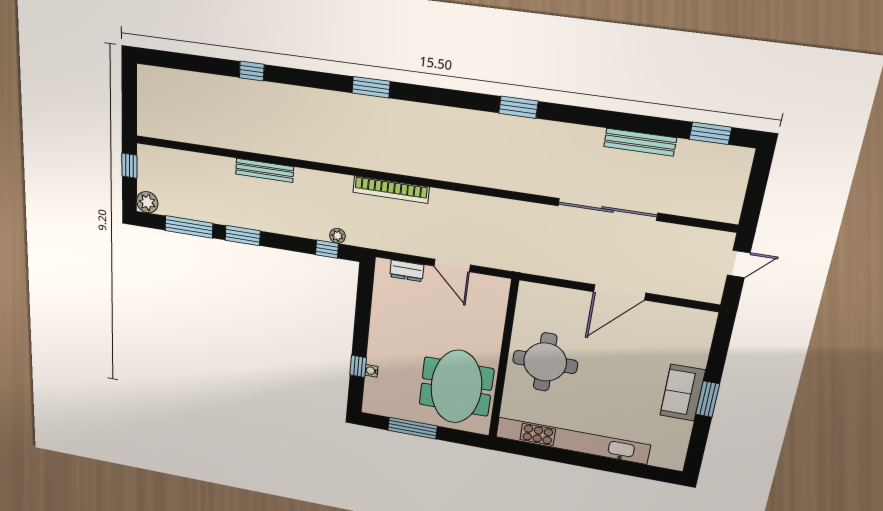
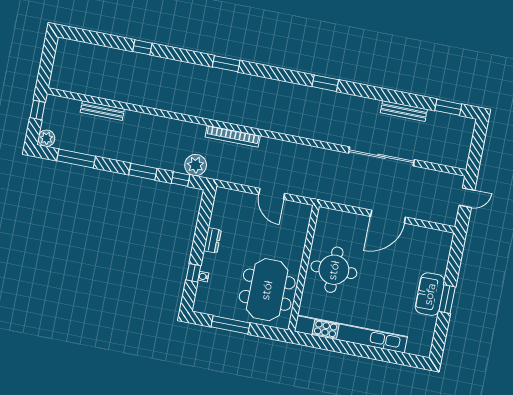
bench: (265, 170) -> (102, 111), moved
window: (243, 236) -> (143, 172), moved
plant: (338, 236) -> (196, 165), width x1.88, depth x1.88
dresser: (407, 271) -> (213, 240), moved, turned -90

